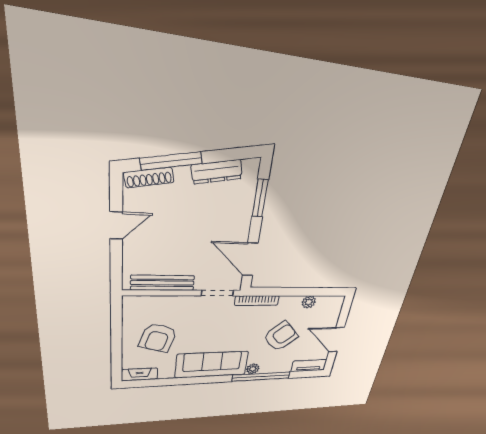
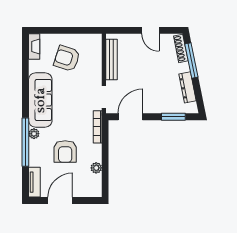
armchair: (281, 336) -> (65, 151), turned 42

